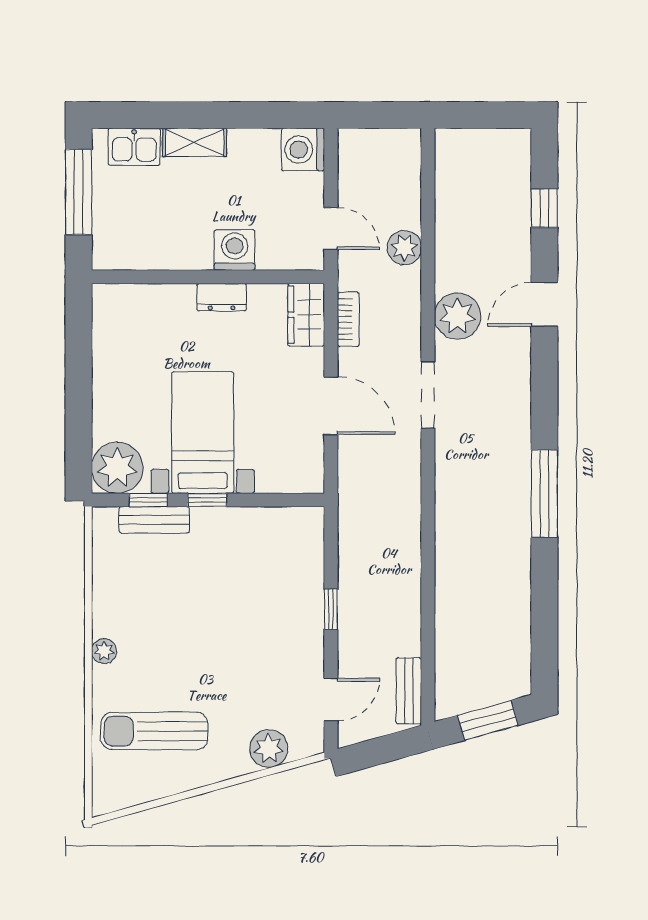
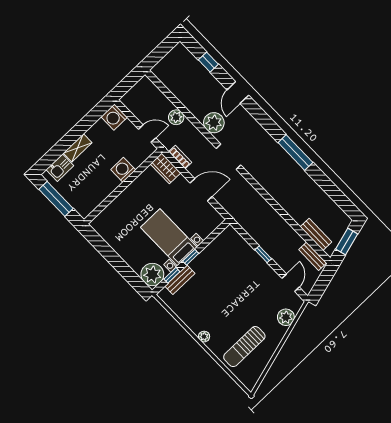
dresser: (222, 297) -> (133, 189), removed
bench: (449, 660) -> (316, 234), added

